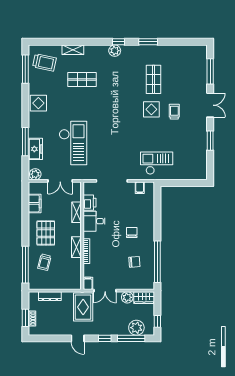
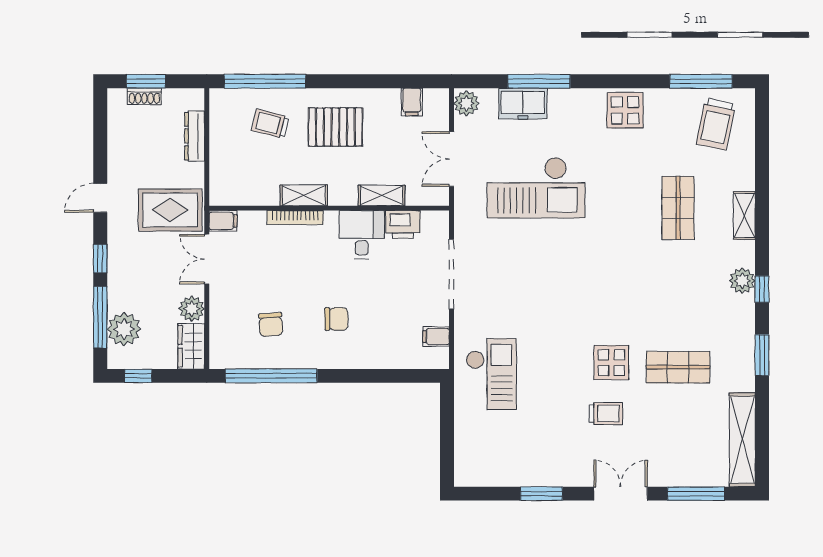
shelving: (73, 50) -> (744, 215), moved
shelving: (186, 51) -> (742, 440), added
double door: (210, 105) -> (621, 494), swing flipped
filing cabinet: (35, 203) -> (412, 102), width x0.50

